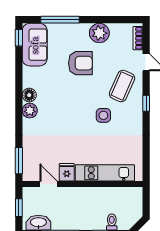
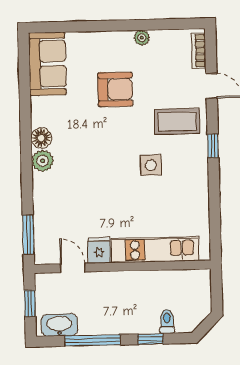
window: (60, 20) -> (84, 26), removed
plant: (99, 33) -> (142, 38), width x0.53, depth x0.53
window: (19, 38) -> (24, 54), removed
coffee table: (122, 86) -> (177, 121), turned 66

